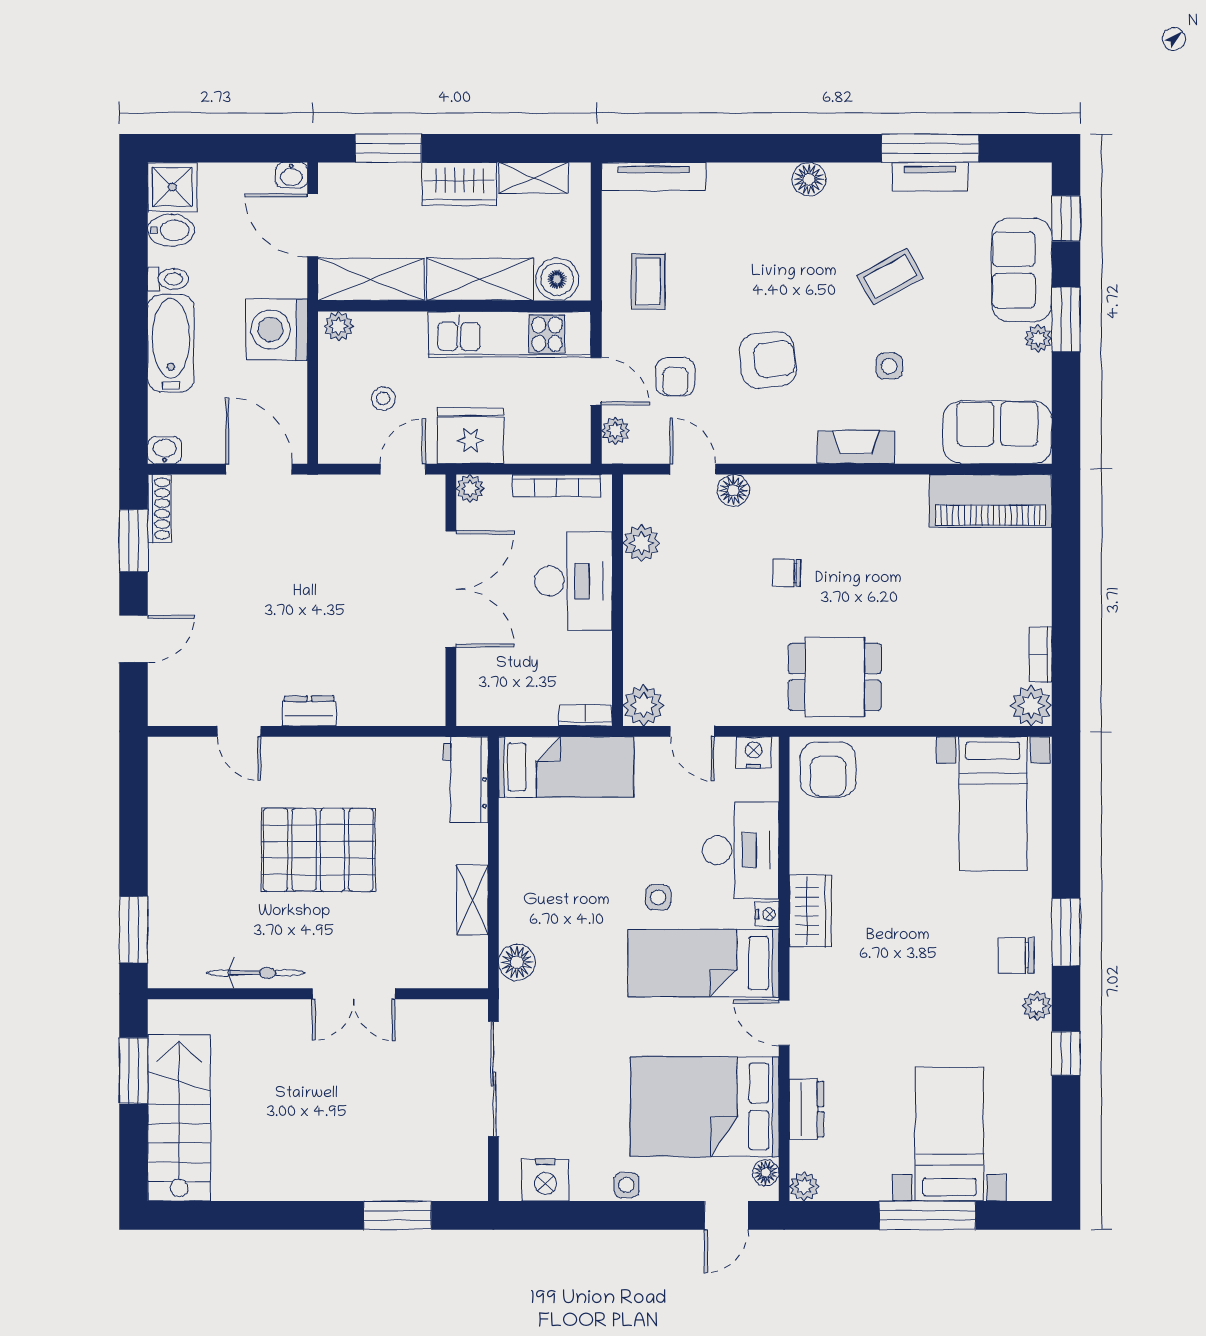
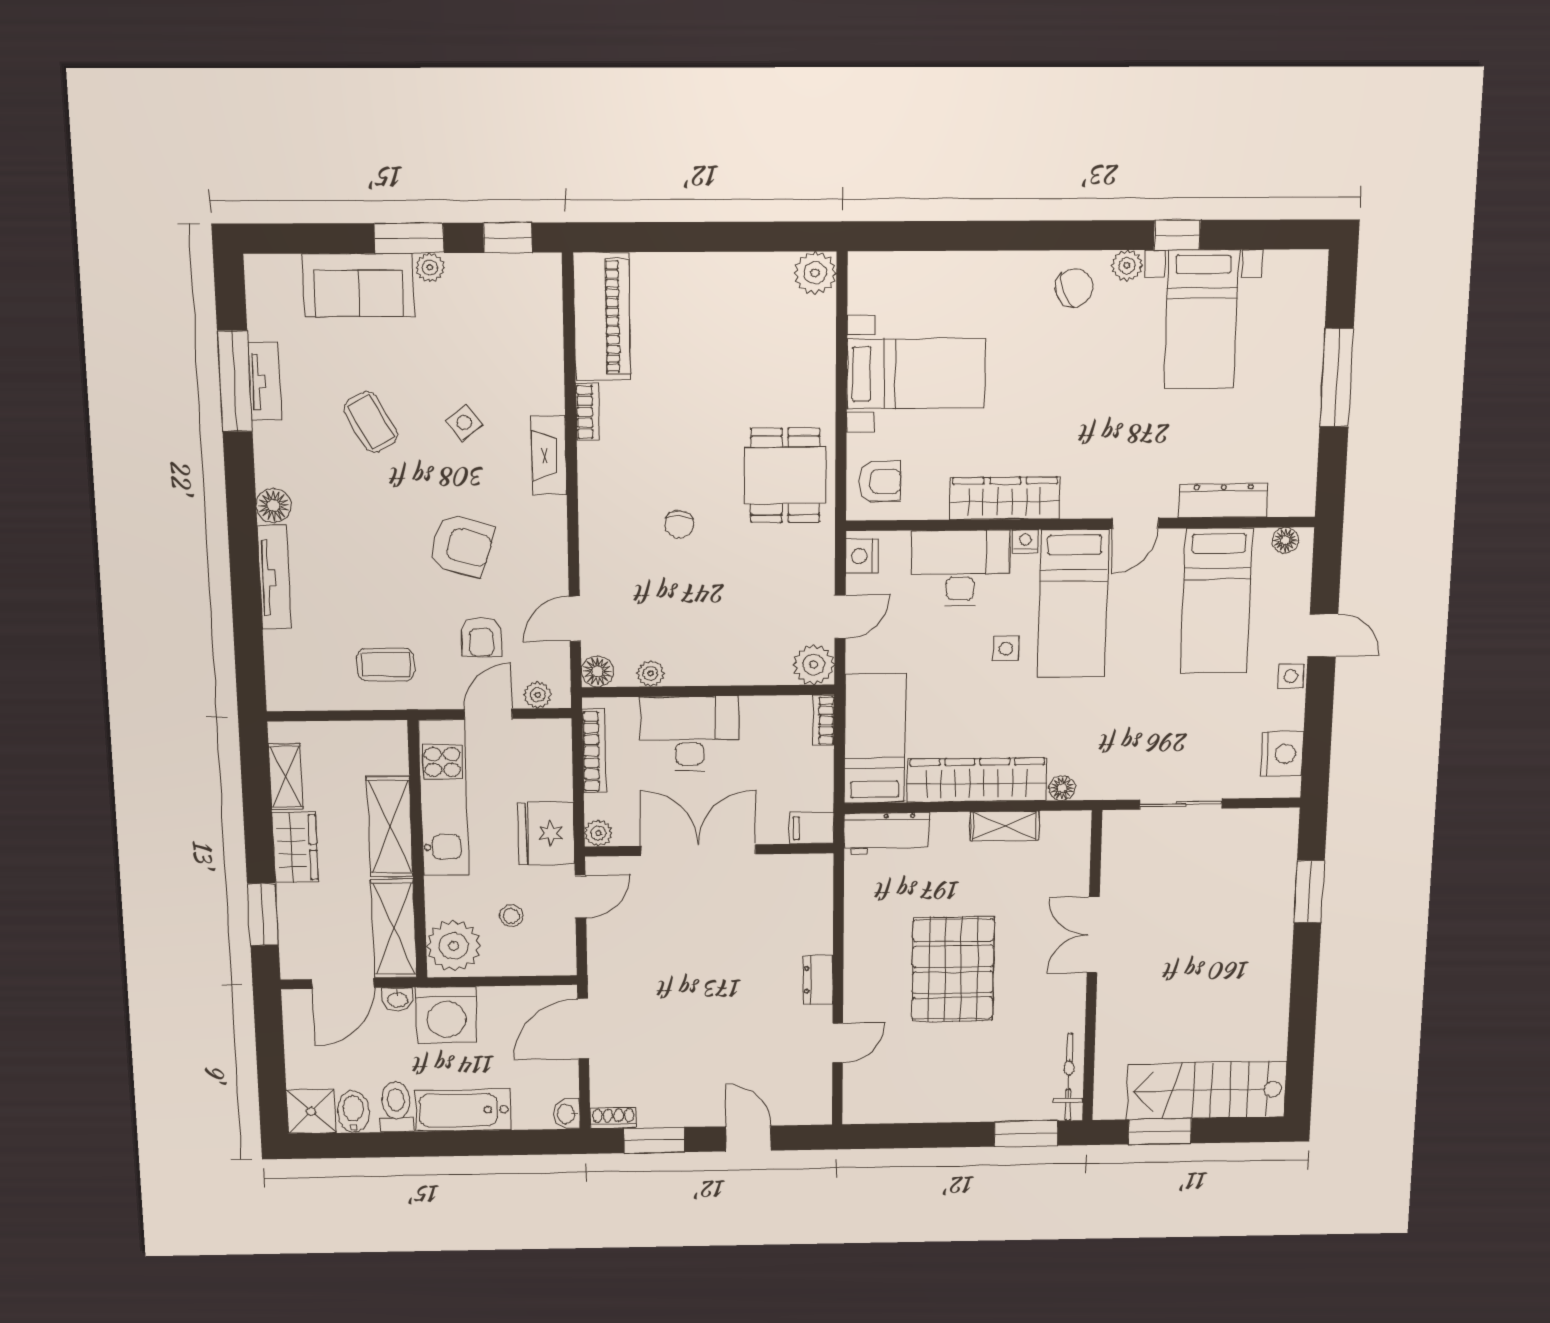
washbasin: (291, 175) -> (397, 999), moved, turned 90
tv unit: (654, 177) -> (274, 578), moved
window: (1066, 218) -> (508, 238), moved
toilet: (168, 279) -> (396, 1107), width x1.37, depth x1.39
boiler: (557, 279) -> (387, 753), removed
plant: (339, 326) -> (454, 946), width x1.87, depth x1.87
armchair: (768, 360) -> (461, 545), turned 114
side table: (889, 366) -> (464, 422), turned -38
armchair: (675, 377) -> (481, 637), turned 90
sofa: (997, 432) -> (530, 310), removed
door: (403, 469) -> (580, 897), swing flipped
floor lamp: (733, 490) -> (597, 672), moved
shoe rack: (159, 508) -> (613, 1118), width x0.70
plant: (641, 543) -> (650, 673), width x0.73, depth x0.73
bookcase: (1041, 654) -> (588, 412), moved, turned -90
filing cabinet: (473, 704) -> (812, 828), added
armchair: (828, 770) -> (880, 481), width x0.72, depth x0.72
bed with nightstands: (993, 804) -> (916, 374), moved
wardrobe: (522, 871) -> (977, 780), added
wardrobe: (810, 911) -> (1005, 498), width x1.50
window: (1066, 932) -> (1051, 235), removed
chair: (1016, 956) -> (1074, 288), turned -111
floor lamp: (517, 962) -> (1062, 788), width x0.73, depth x0.73
bicycle: (256, 973) -> (1069, 1077), moved
double door: (354, 994) -> (1093, 935), swing flipped
sliding door: (493, 1079) -> (1181, 804), width x0.73
bed: (705, 1107) -> (1217, 601), width x0.67
dresser: (806, 1109) -> (1223, 500), width x1.44
bed with nightstands: (949, 1134) -> (1201, 319), moved, turned -90
plant: (804, 1186) -> (1301, 502), removed
door: (726, 1215) -> (1323, 635), moved

